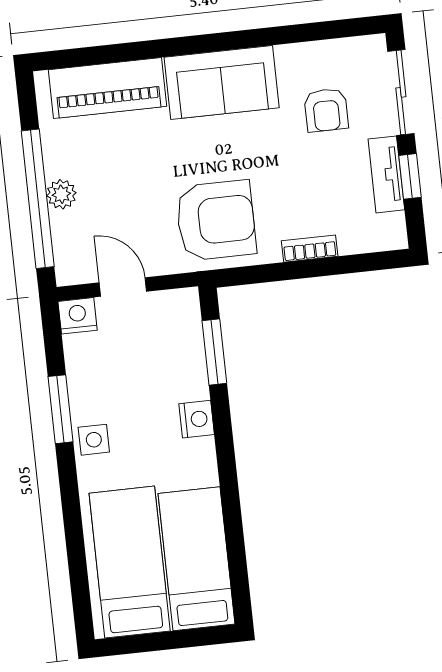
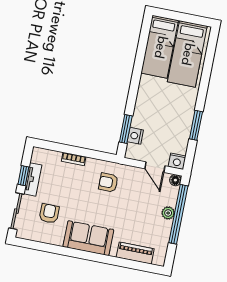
piano: (107, 88) -> (135, 253), width x0.73, depth x0.75
armchair: (216, 220) -> (108, 183), width x0.53, depth x0.53
floor lamp: (68, 272) -> (175, 180), added
nightstand: (197, 419) -> (135, 136), moved
side table: (94, 440) -> (186, 109), removed

